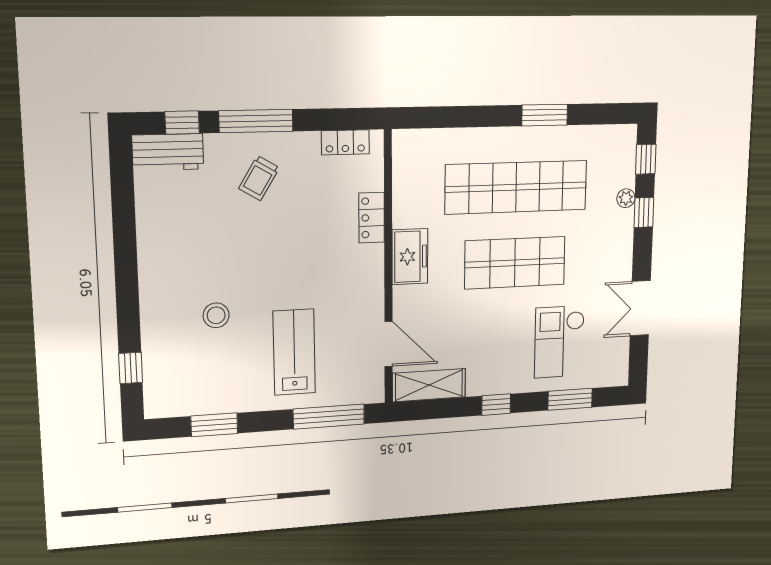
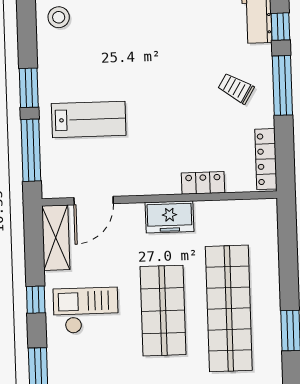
locker: (345, 142) -> (266, 159), width x1.53
stool: (216, 315) -> (59, 17), moved
checkout: (559, 342) -> (86, 310), moved
window: (214, 425) -> (29, 88), moved

